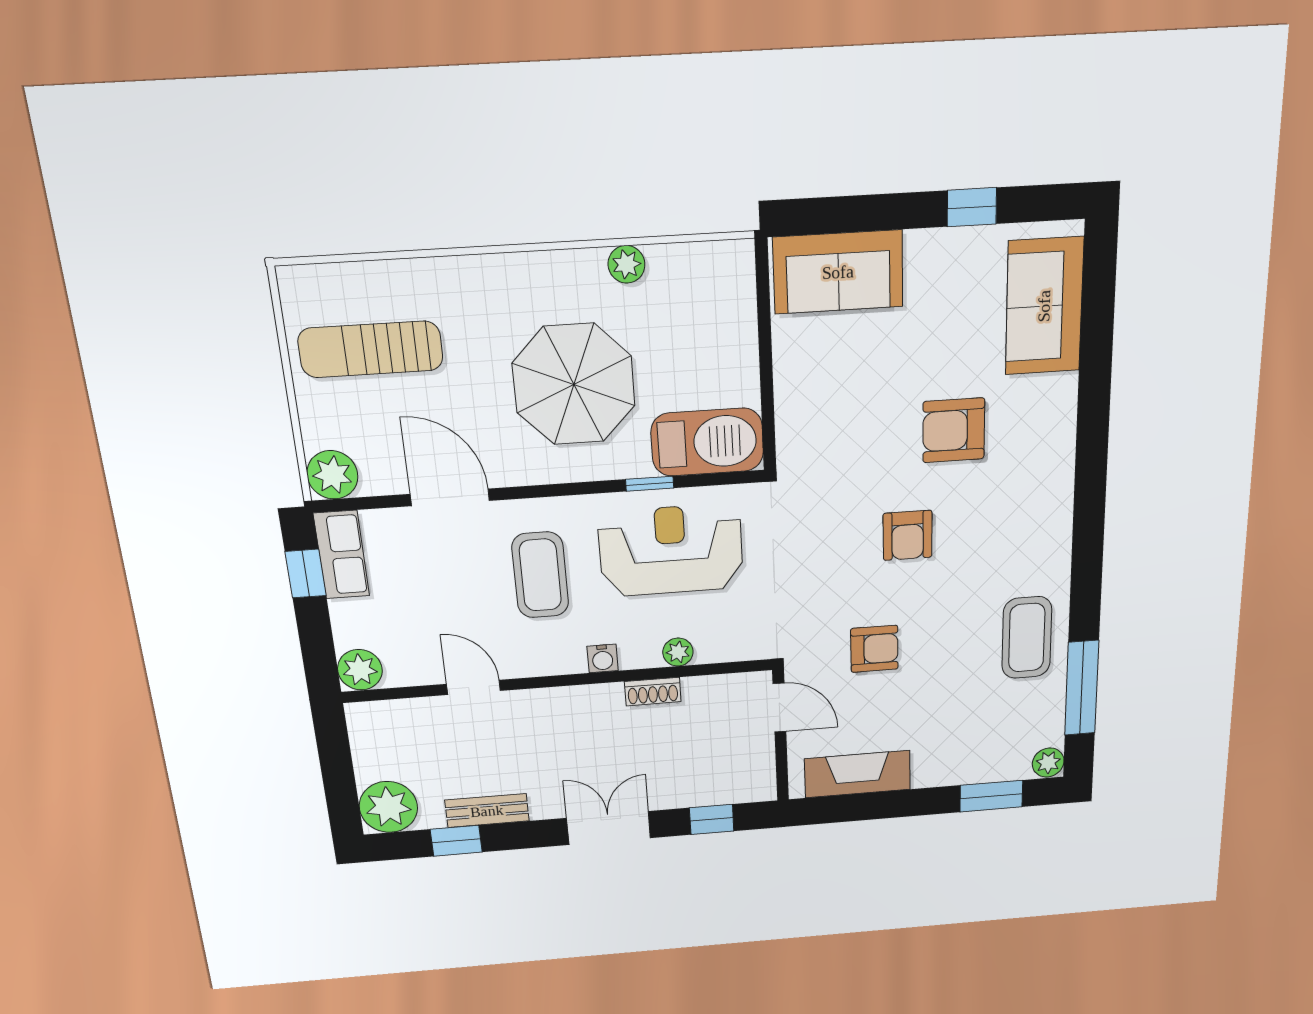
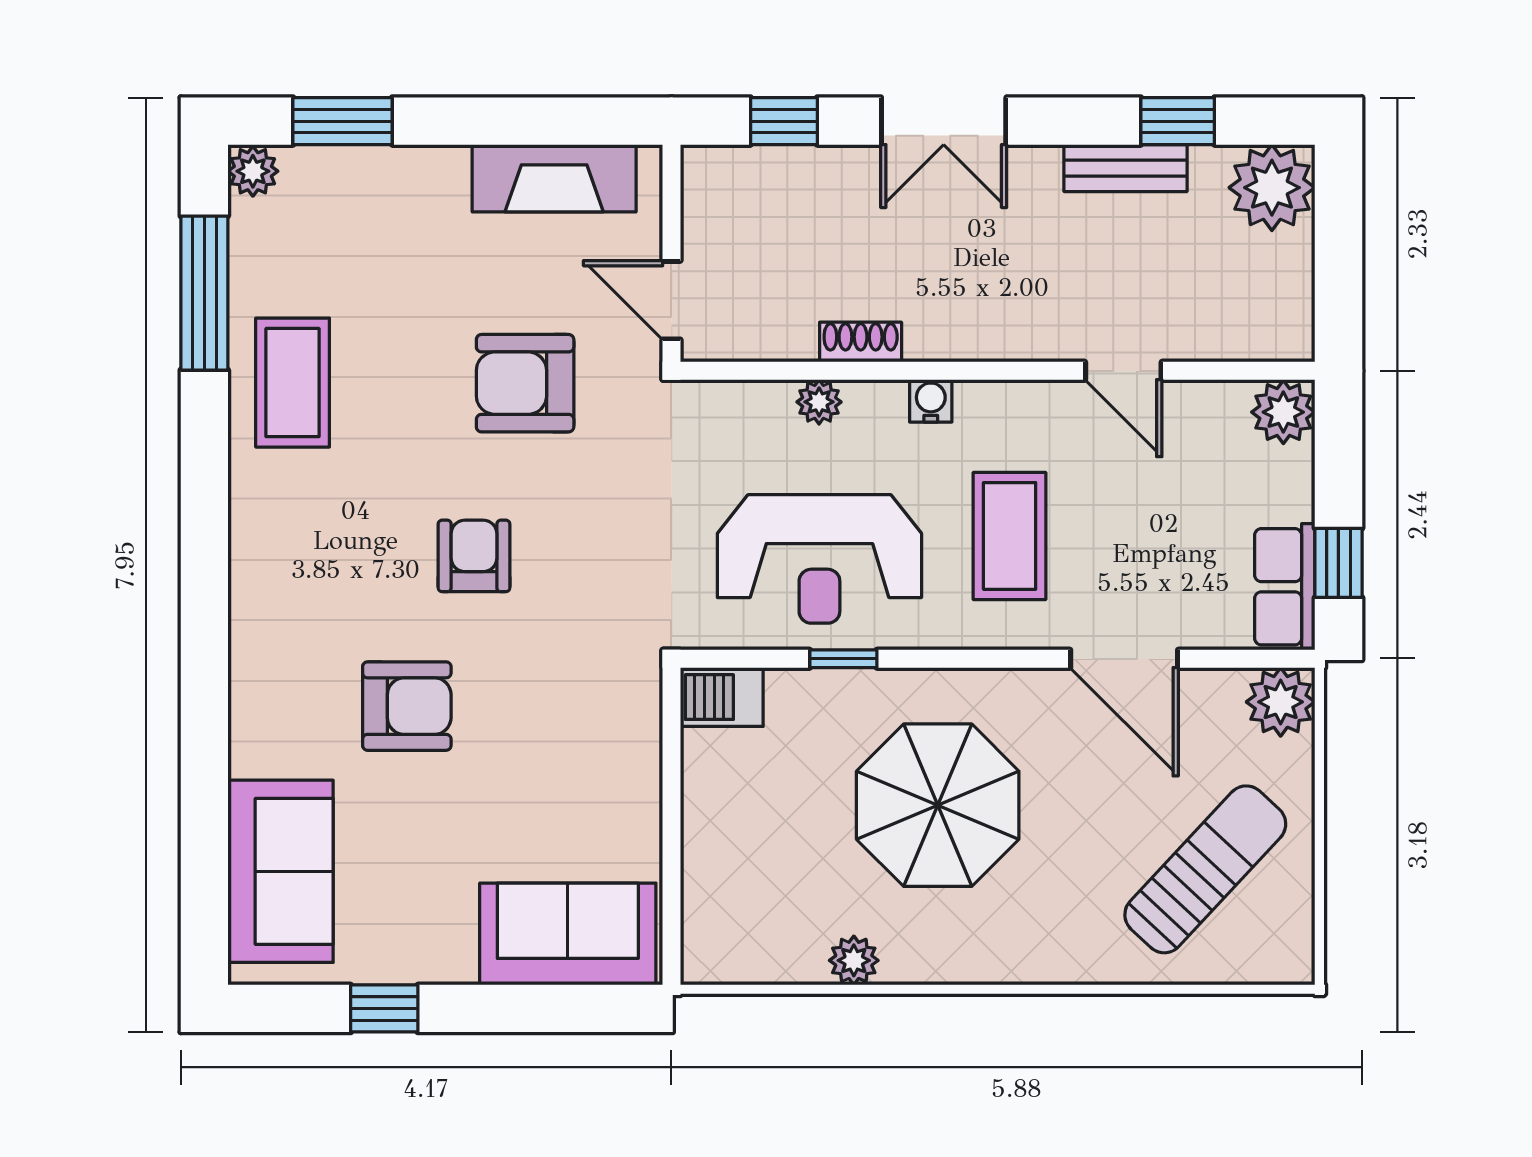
sun lounger: (371, 349) -> (1205, 869), turned -47
barbecue: (707, 442) -> (722, 697), width x0.53, depth x0.65
armchair: (874, 649) -> (525, 383), width x1.38, depth x1.38

